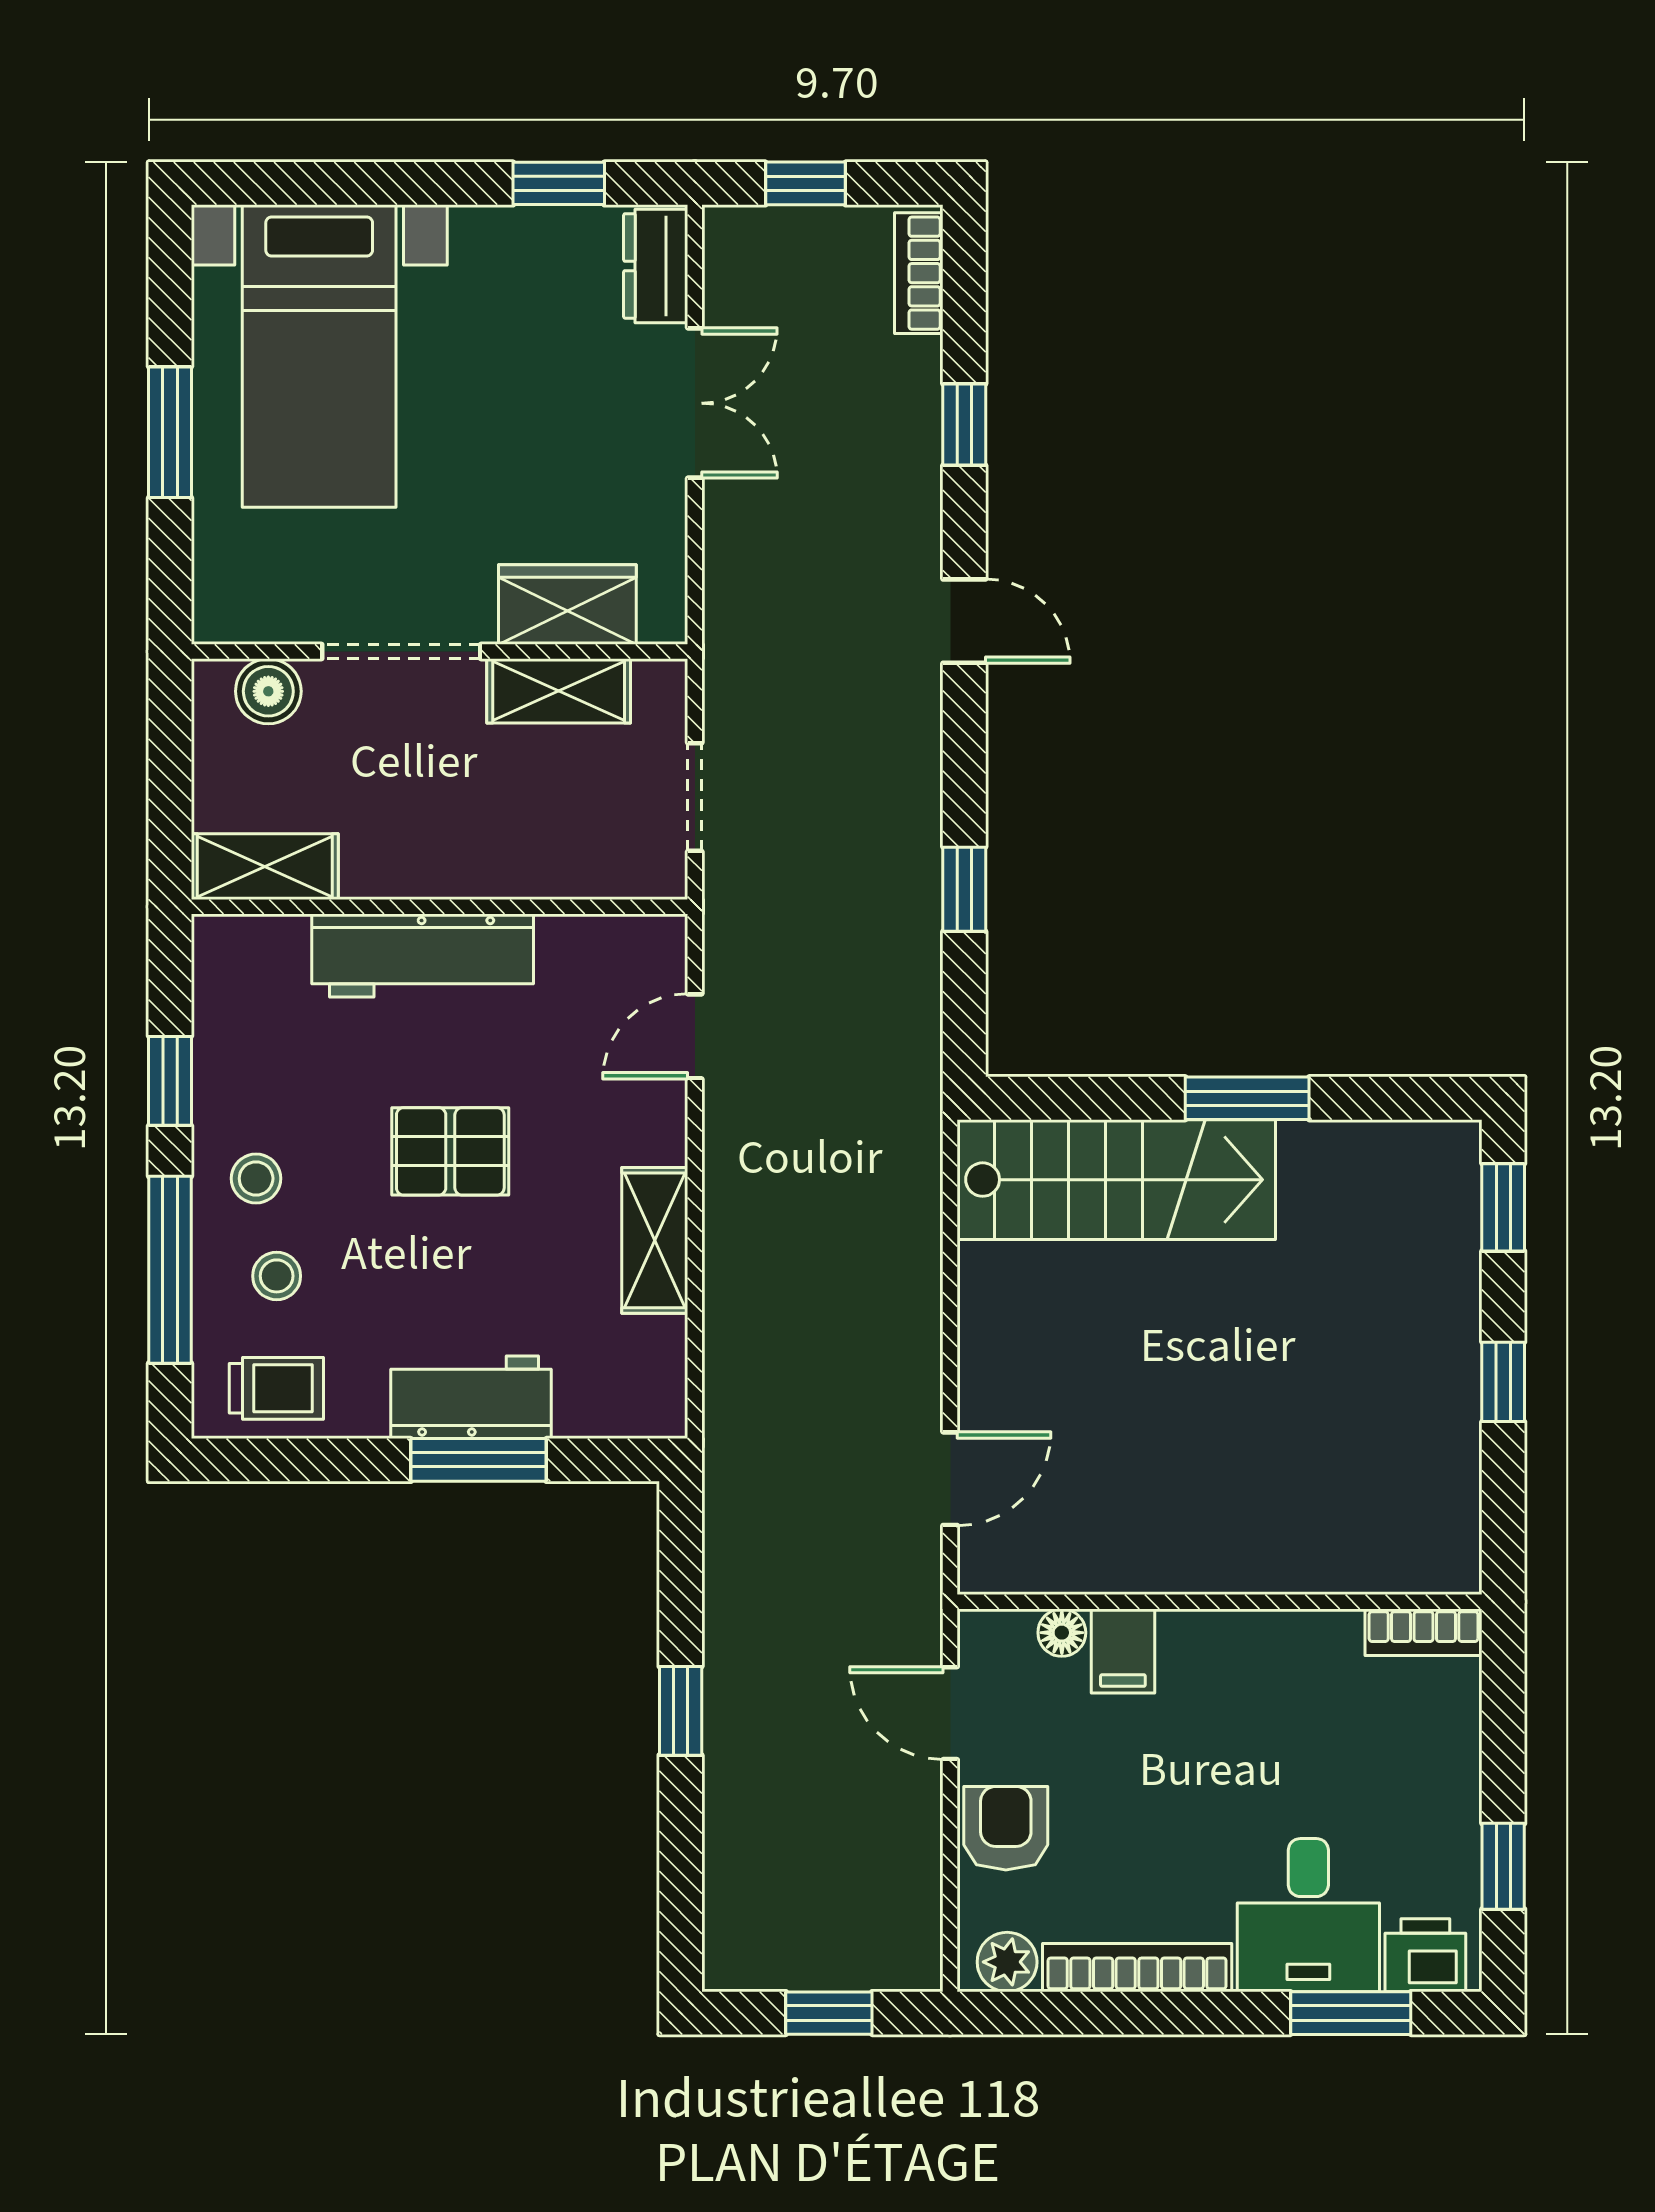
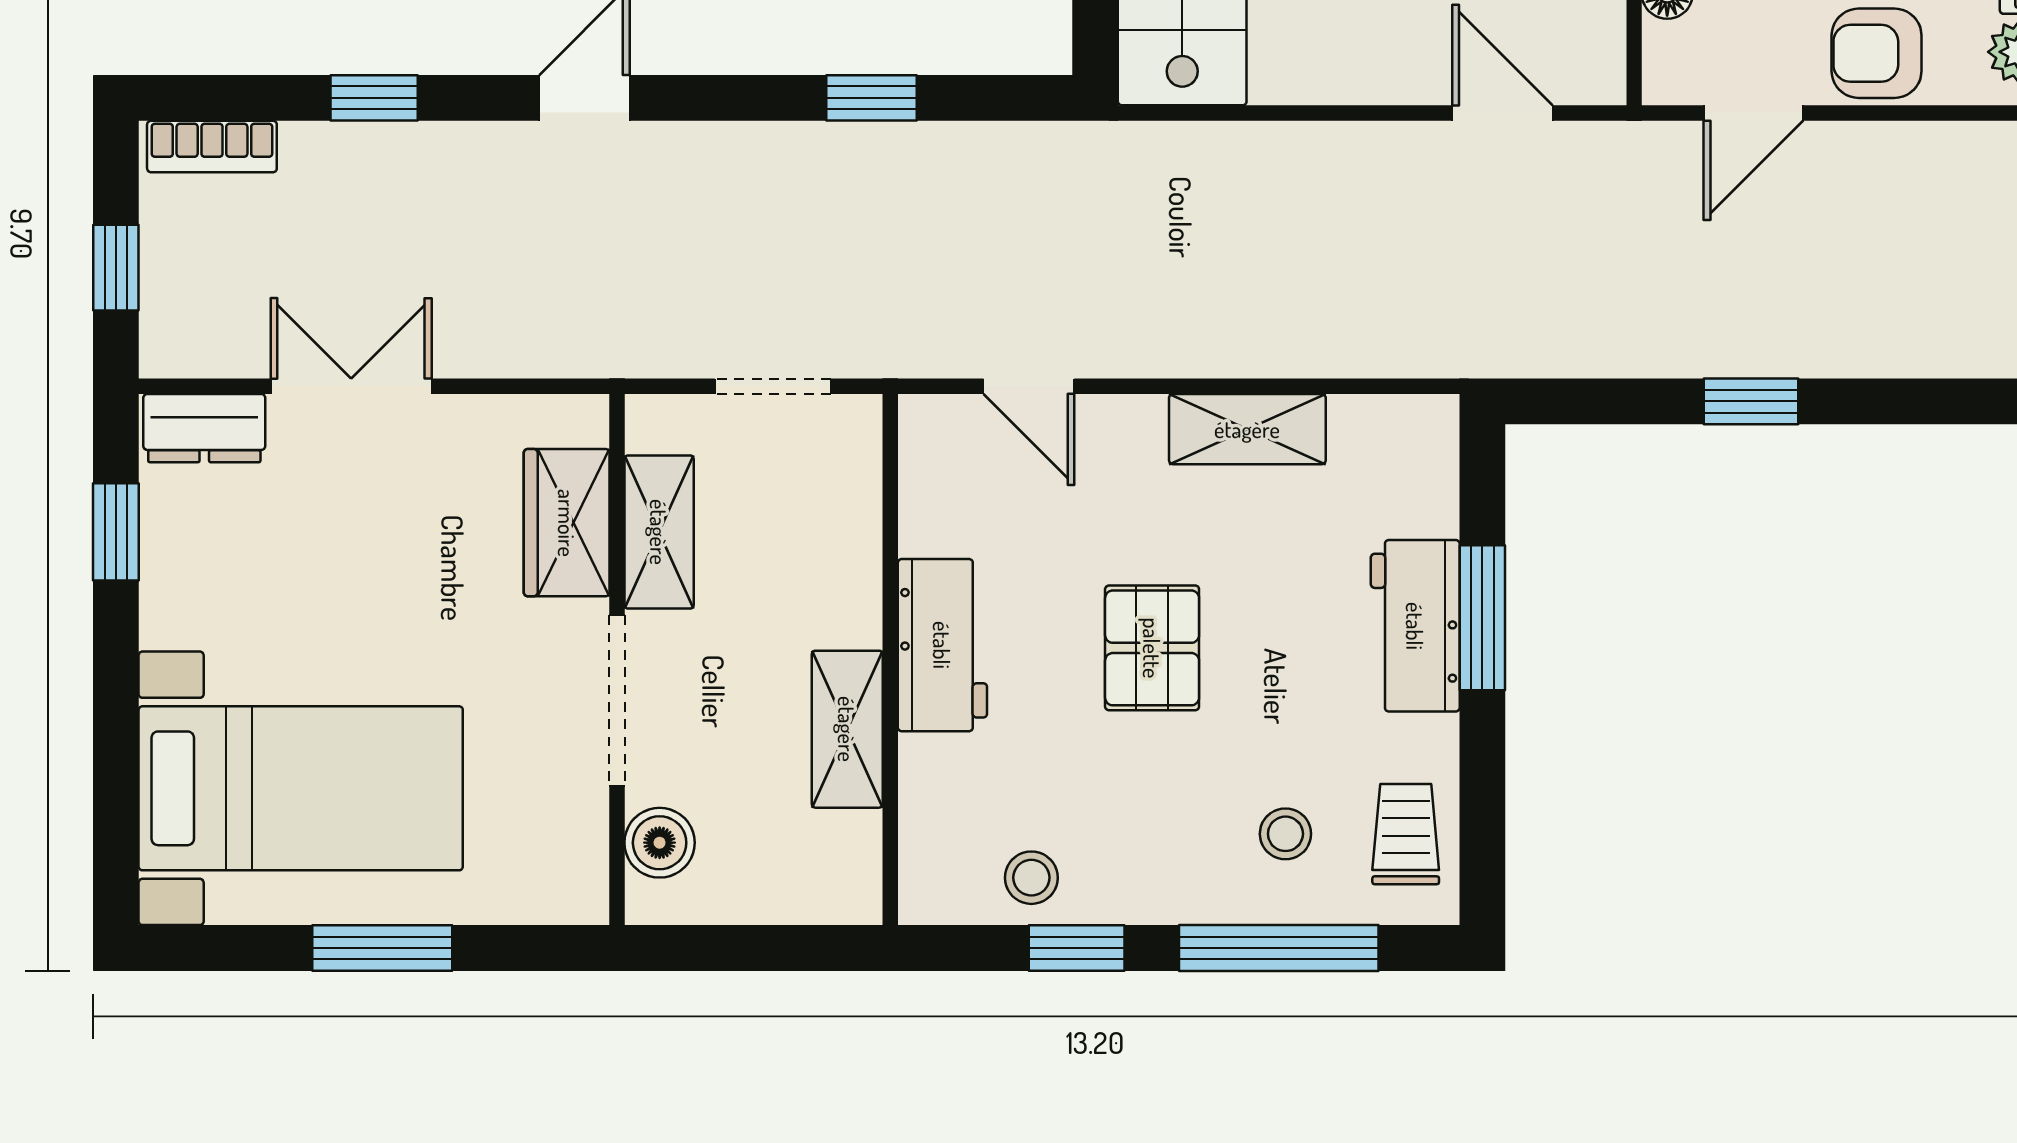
shelving: (265, 867) -> (847, 729), moved
workbench: (423, 955) -> (942, 645), width x0.73
stool: (256, 1178) -> (1031, 878), moved

